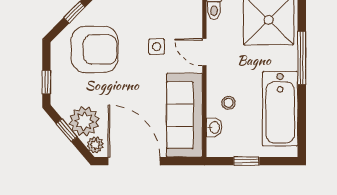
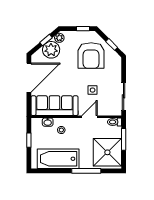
window: (46, 82) -> (83, 29), moved
plant: (95, 145) -> (59, 38), moved

